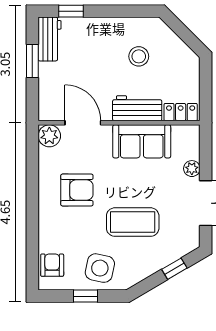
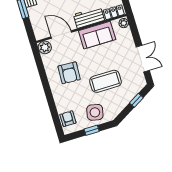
plant: (192, 169) -> (124, 23), moved
armchair: (77, 190) -> (69, 73), turned 93

